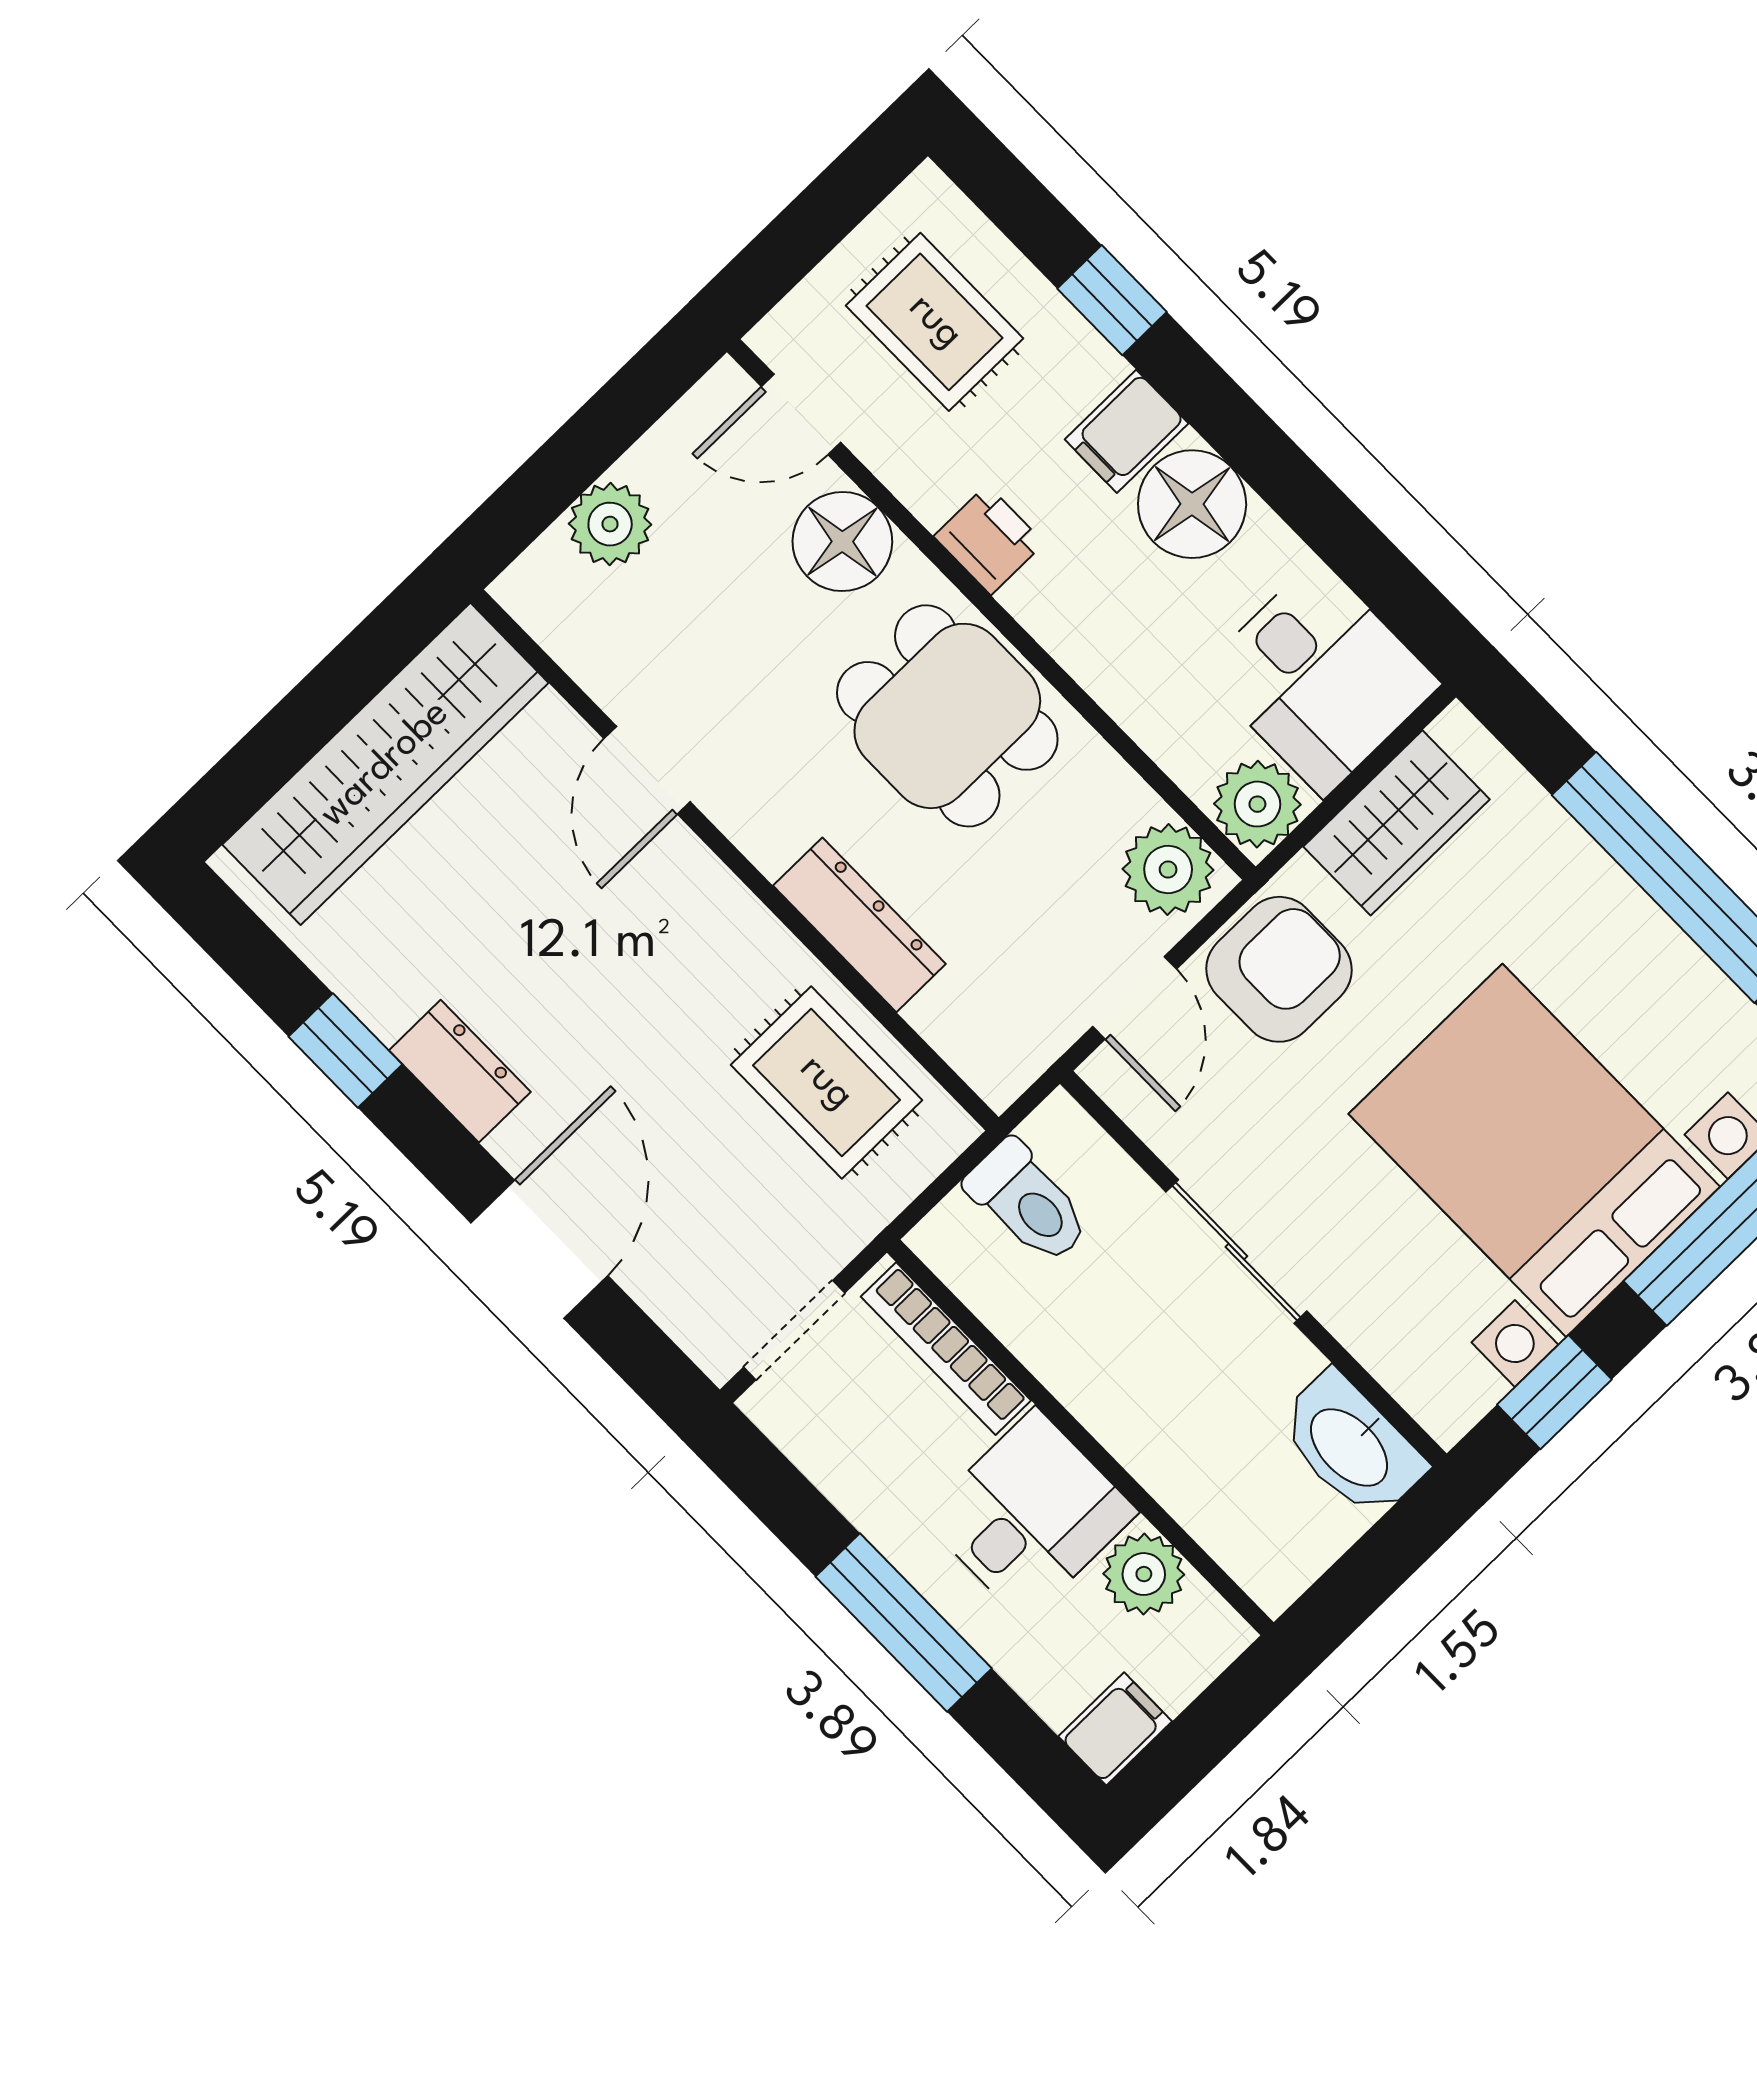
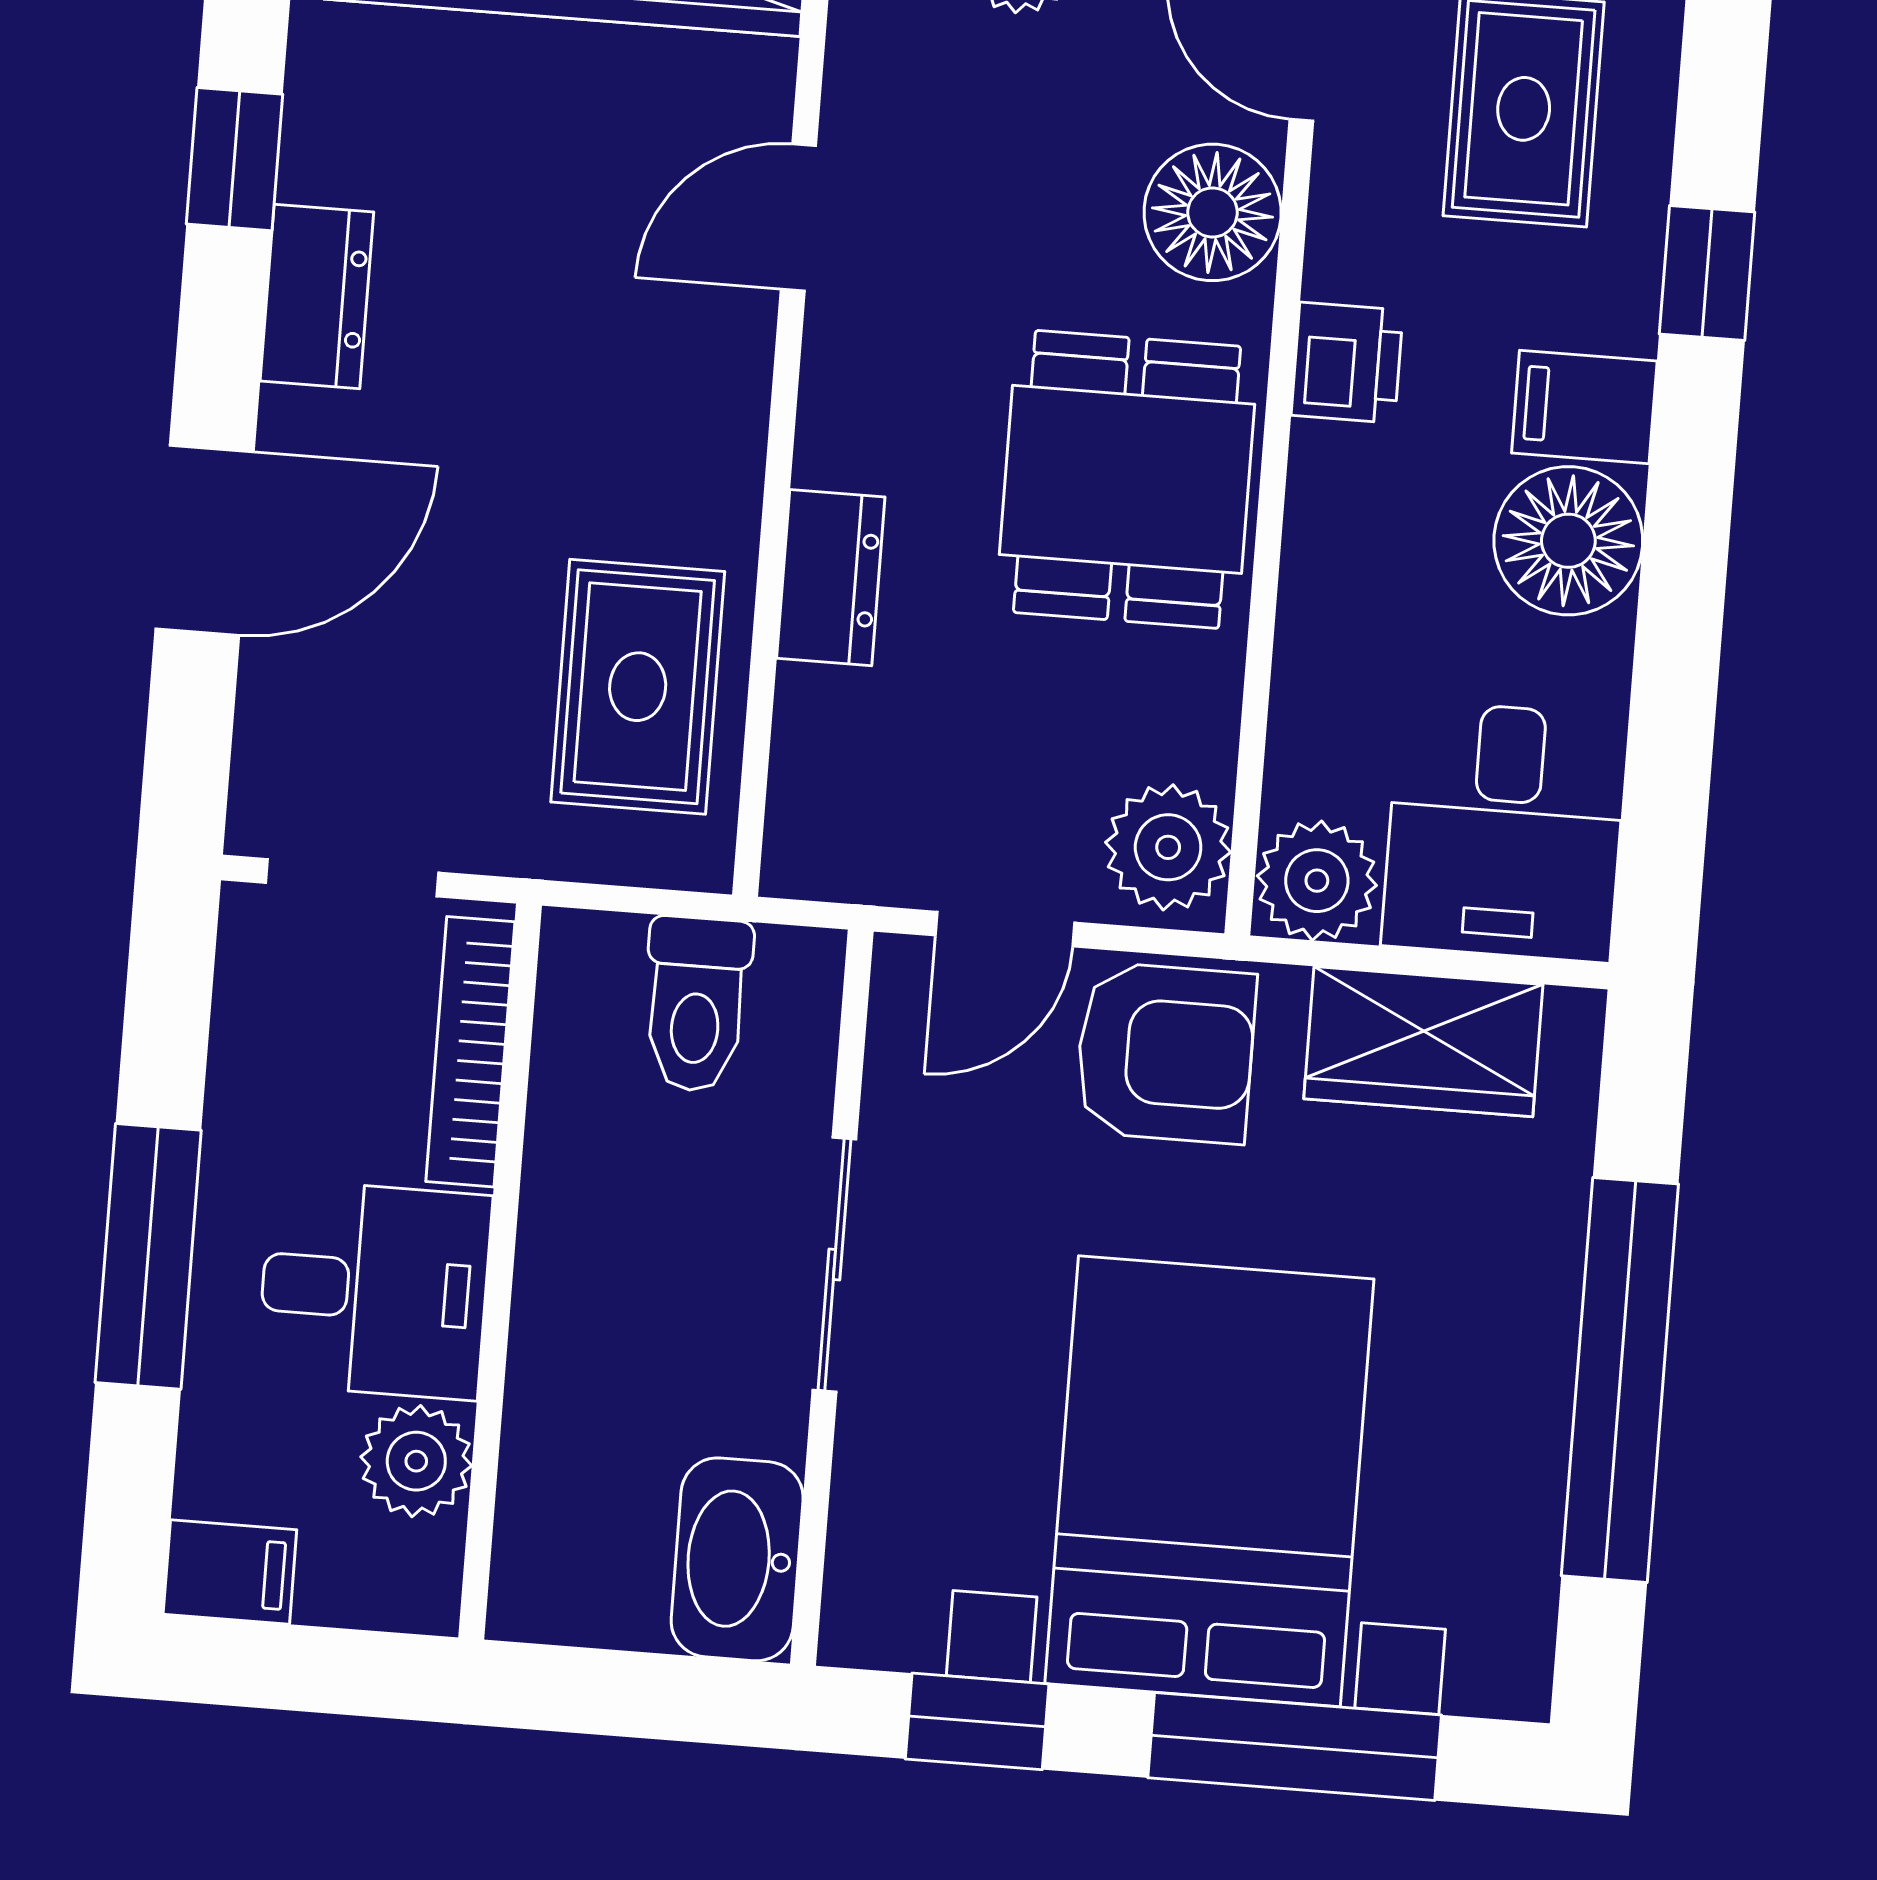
dresser: (859, 925) -> (831, 578), width x0.70

